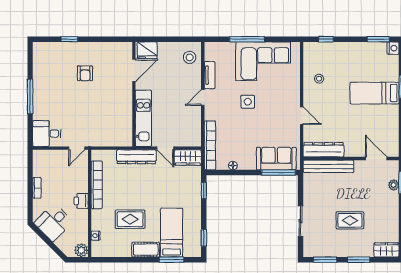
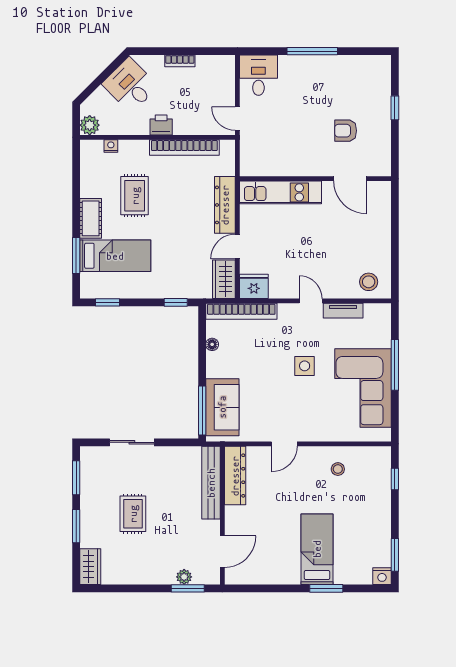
fridge: (147, 50) -> (254, 286), moved, turned 90
door: (134, 70) -> (350, 179), moved
wall: (134, 94) -> (315, 179), moved
kitchen unit: (143, 118) -> (281, 192), moved

